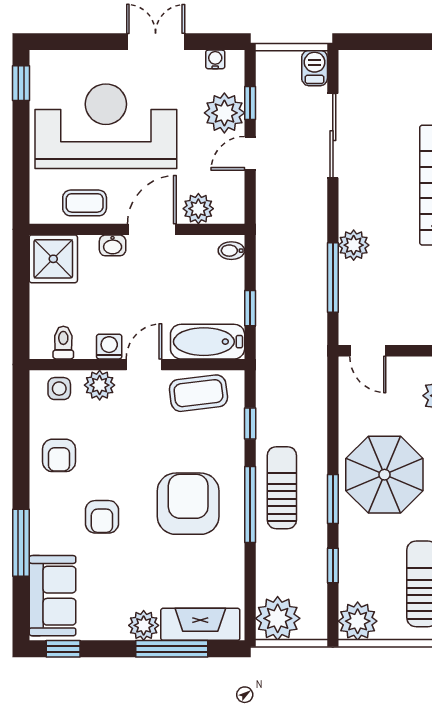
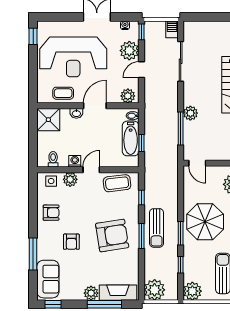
window: (250, 103) -> (141, 32), moved
reception desk: (106, 126) -> (73, 57), turned 180
plant: (198, 209) -> (128, 96), moved
bathtub: (208, 342) -> (131, 138), moved, turned -90
armchair: (59, 455) -> (51, 213), turned -90
sun lounger: (282, 488) -> (157, 228), turned 180
armchair: (188, 504) -> (112, 236), turned 81
window: (250, 505) -> (141, 236), width x0.69

